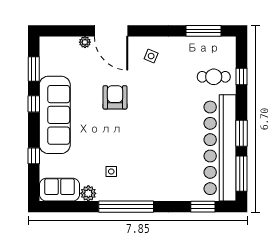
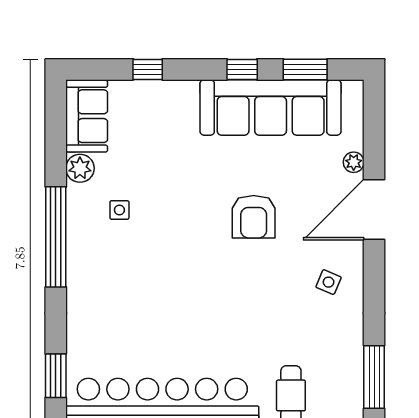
armchair: (115, 97) -> (254, 217), turned 90
sofa: (55, 115) -> (271, 107), moved

